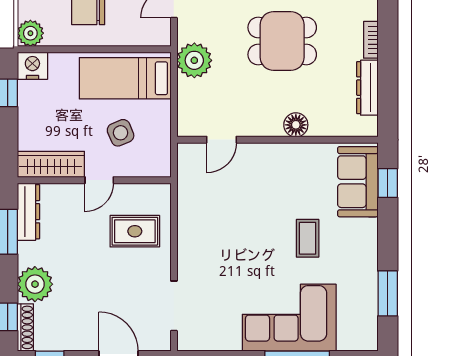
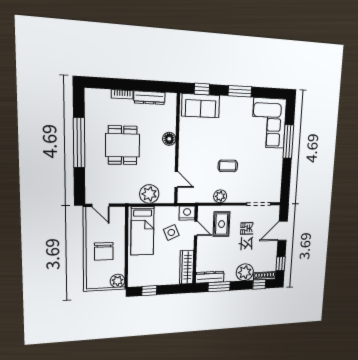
plant: (194, 60) -> (149, 194), moved
nightstand: (32, 66) -> (187, 213), moved, turned 90
door: (99, 180) -> (196, 229), moved
plant: (189, 226) -> (220, 196), added
coffee table: (308, 238) -> (228, 166), moved
window: (388, 293) -> (240, 91), moved
corner sofa: (289, 318) -> (269, 123), moved

